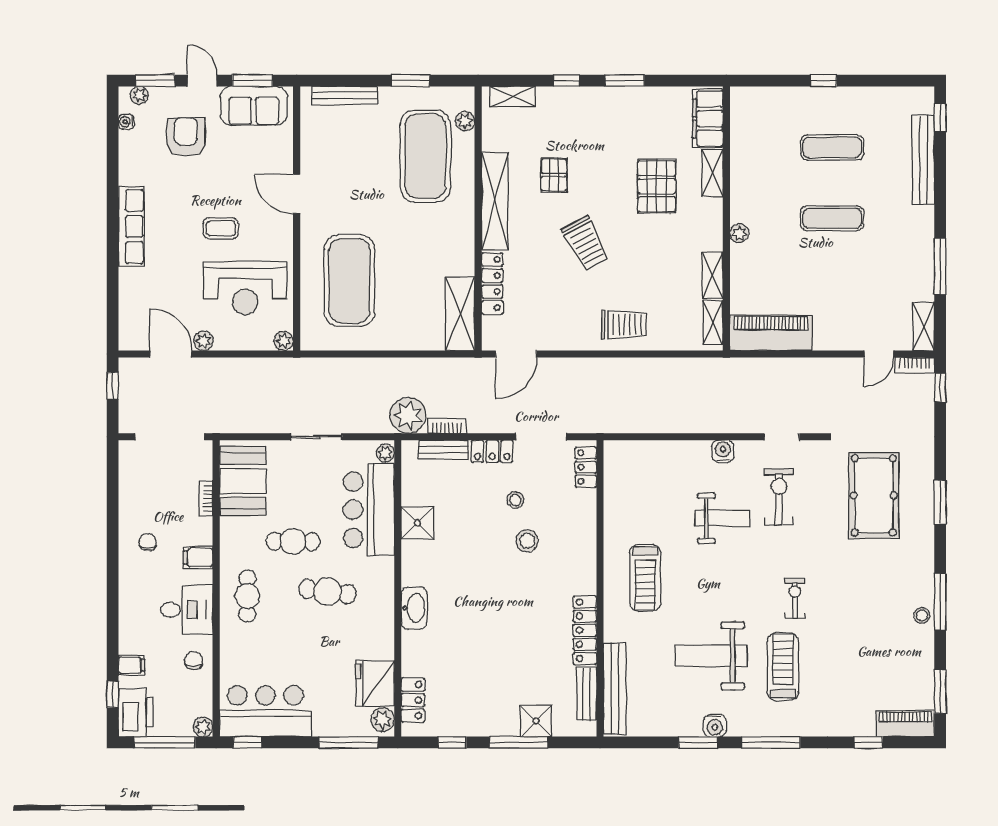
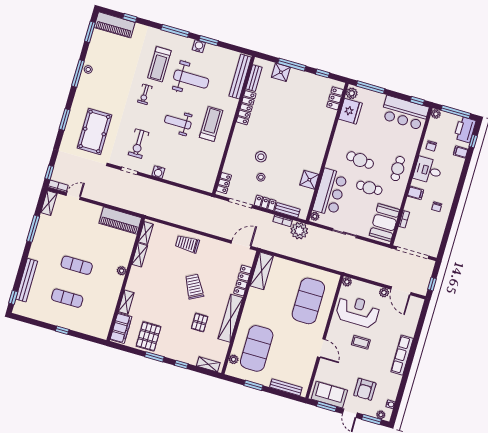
pallet: (657, 186) -> (149, 336), moved
weight bench: (723, 518) -> (178, 122), moved
washbasin: (414, 608) -> (322, 141), removed
piano: (905, 724) -> (115, 25), width x1.37, depth x1.33

